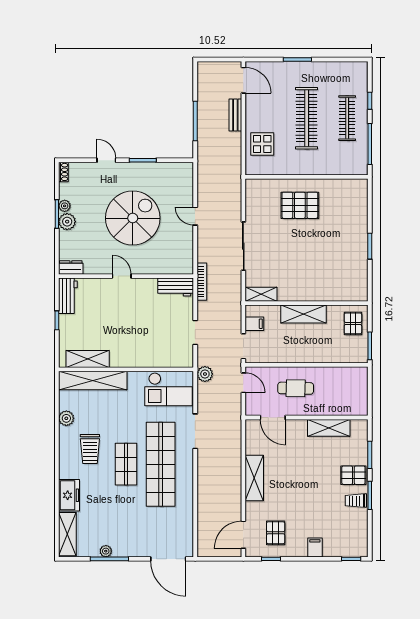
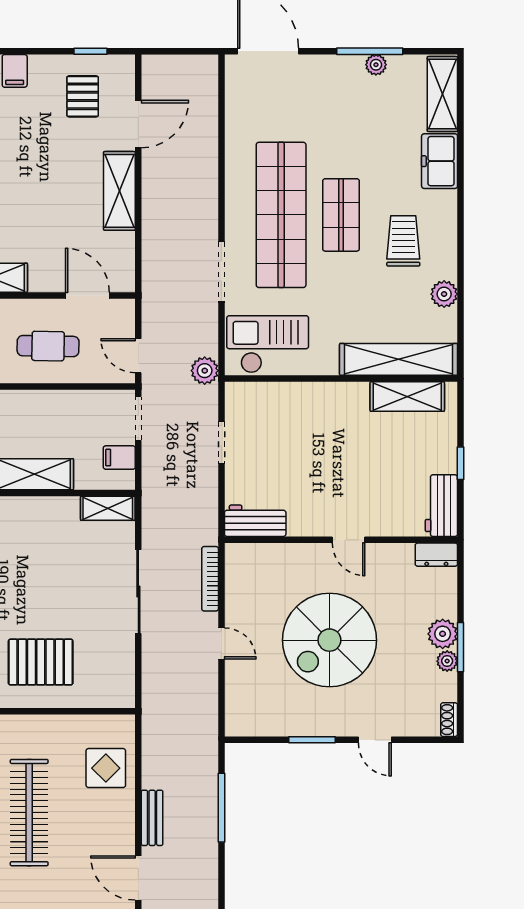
bookcase: (202, 282) -> (210, 579), moved
door: (243, 535) -> (138, 124), moved

